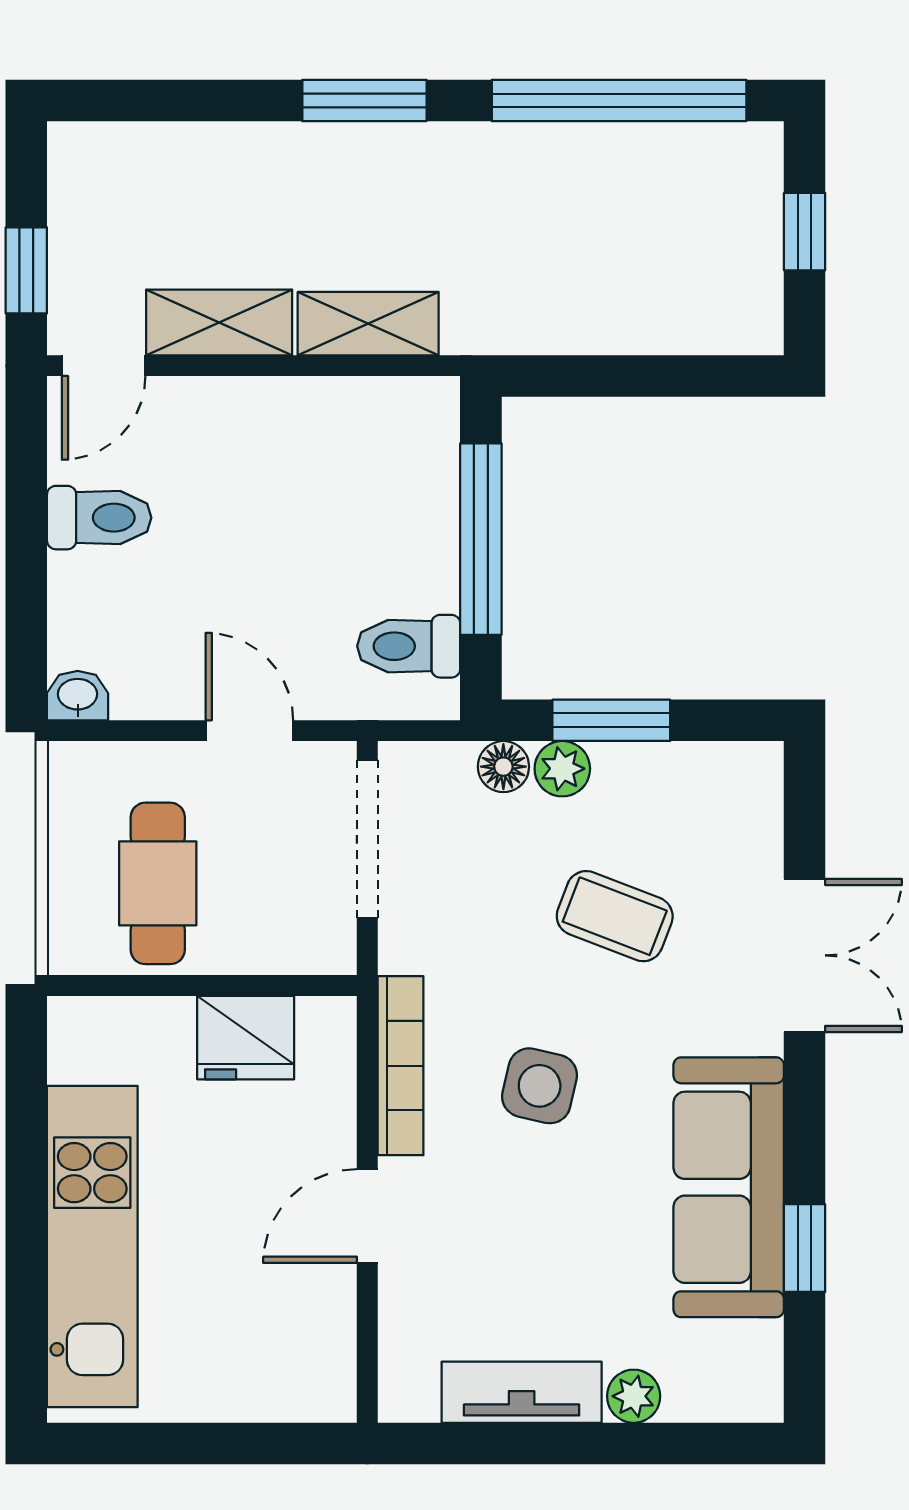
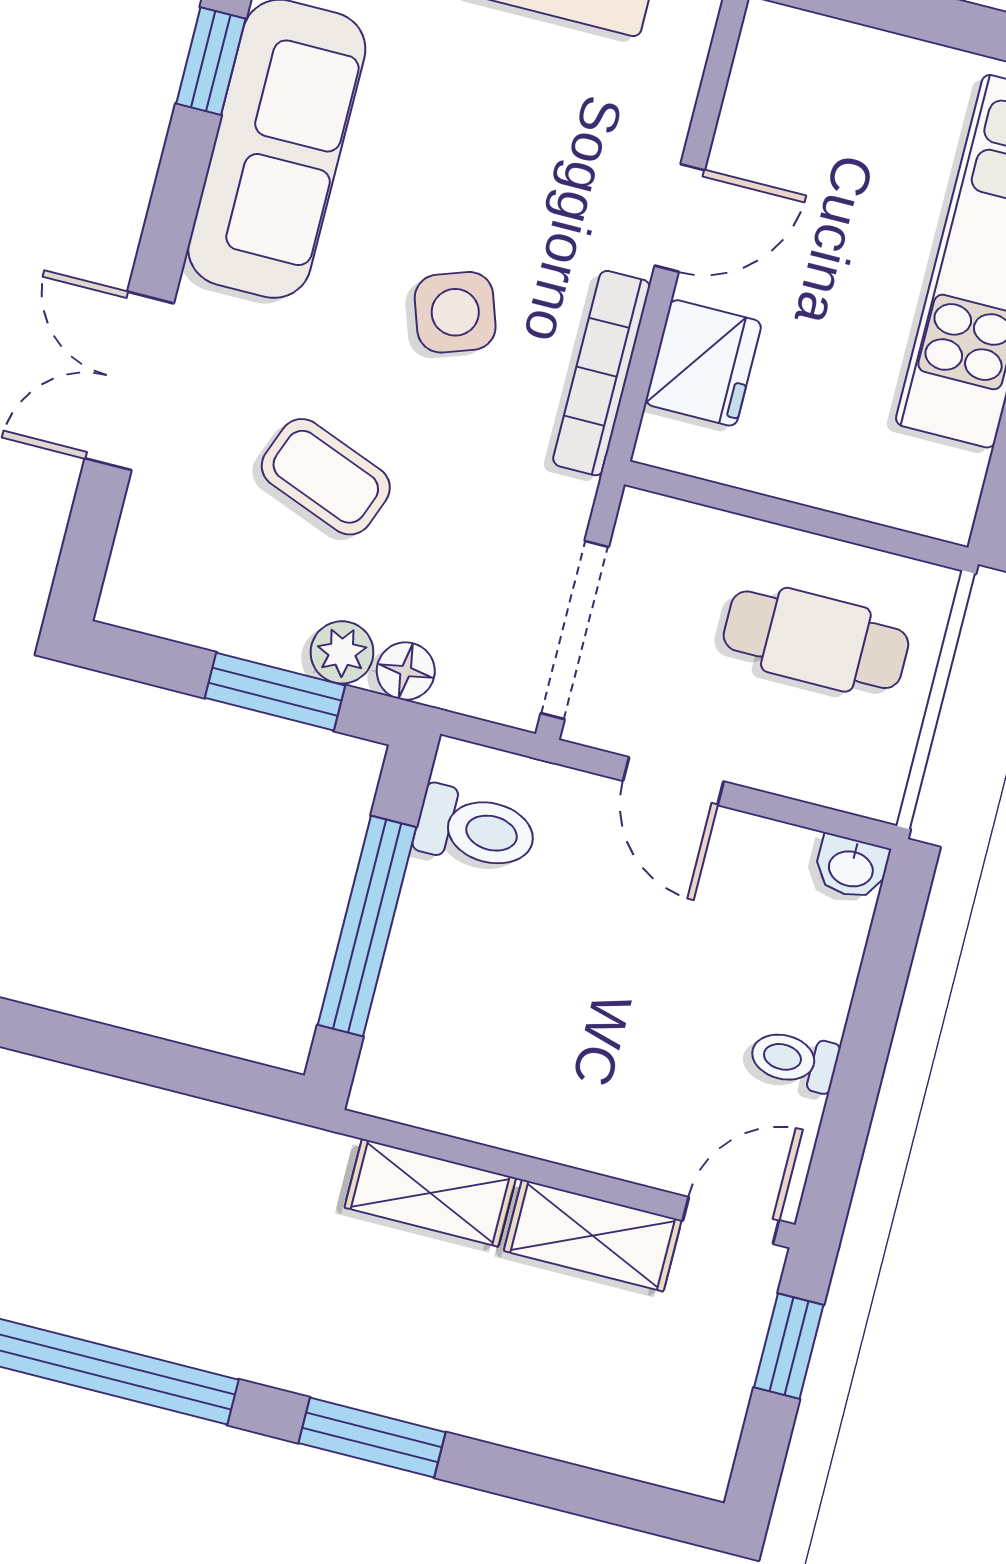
toilet: (99, 518) -> (794, 1060), width x0.73, depth x0.72
cafe table: (158, 883) -> (816, 640), turned 90
fridge: (246, 1038) -> (703, 363), moved, turned 90
side table: (540, 1086) -> (455, 312), turned -32

